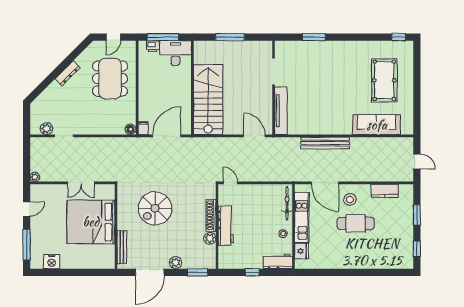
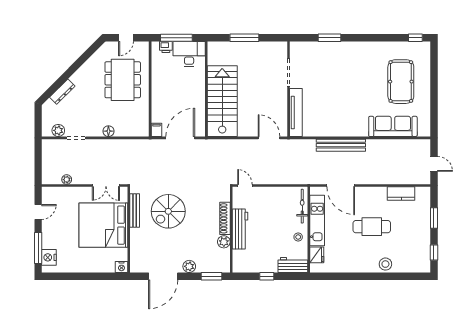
dresser: (68, 73) -> (62, 92), moved
floor lamp: (131, 129) -> (108, 131), moved
plant: (35, 177) -> (67, 180), moved
double door: (81, 183) -> (106, 186), moved
stool: (350, 200) -> (385, 264), moved
bench: (122, 247) -> (135, 210), moved
nightstand: (52, 262) -> (49, 257), moved, turned 90
nightstand: (109, 263) -> (121, 267), added

